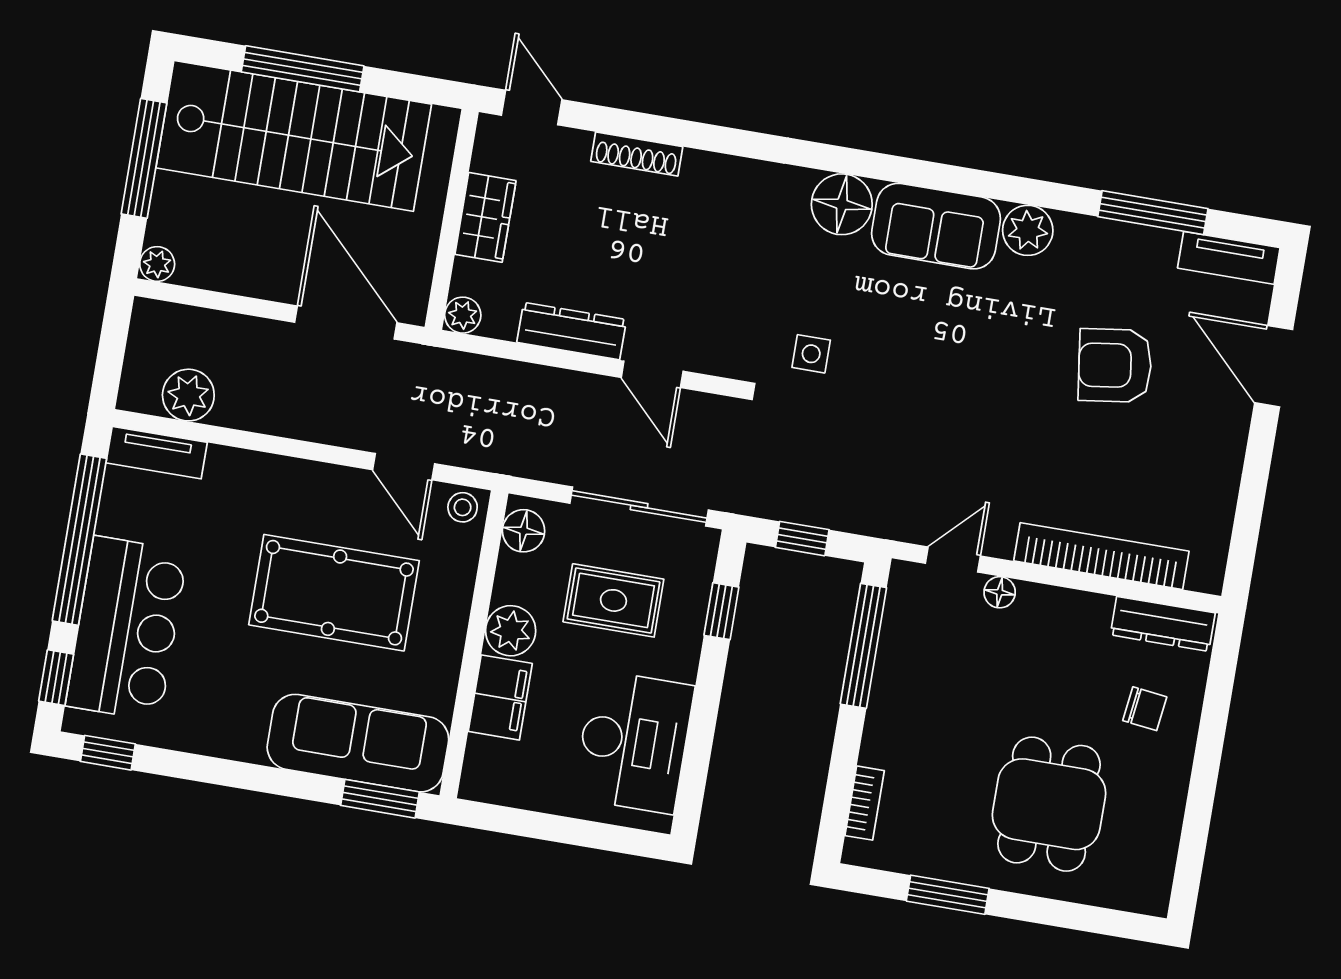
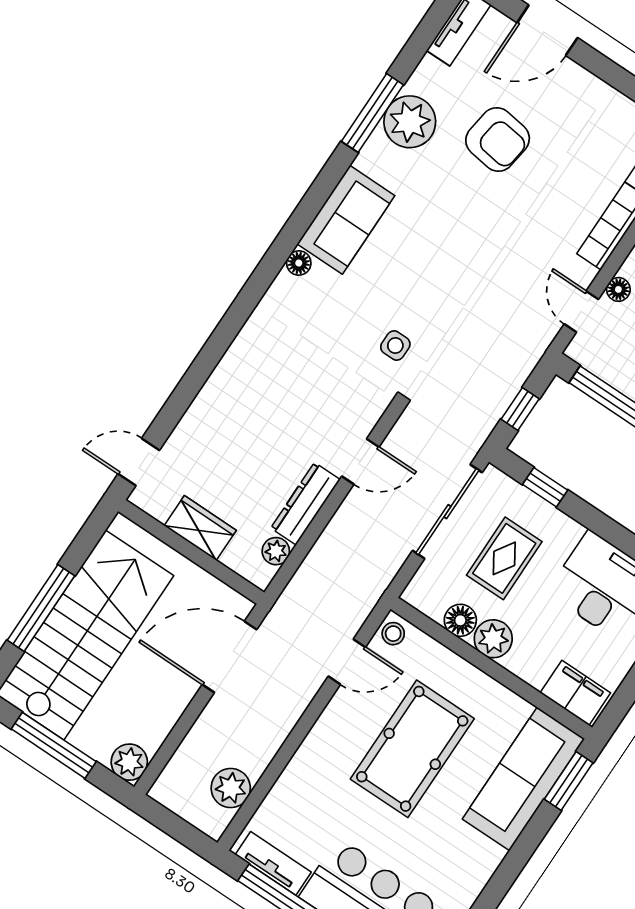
shoe rack: (637, 154) -> (203, 404), removed
floor lamp: (842, 204) -> (299, 263), width x0.53, depth x0.53
window: (1153, 213) -> (372, 113), moved
plant: (1028, 230) -> (410, 122), moved, width x1.36, depth x1.36
plant: (157, 264) -> (129, 762), width x1.38, depth x1.38
plant: (463, 315) -> (276, 551), moved
armchair: (1115, 365) -> (498, 139), turned -74
tv unit: (157, 453) -> (273, 863), moved, turned -90
floor lamp: (524, 531) -> (460, 620), moved
filing cabinet: (500, 697) -> (575, 693), moved

